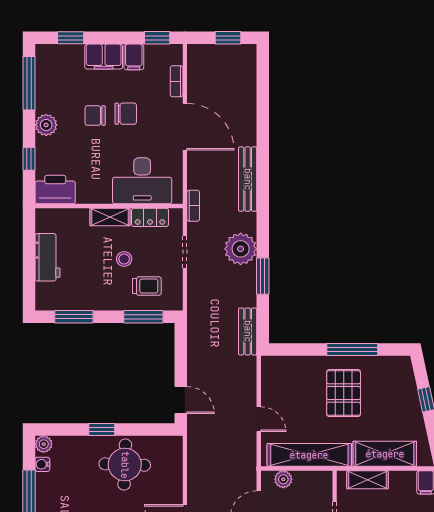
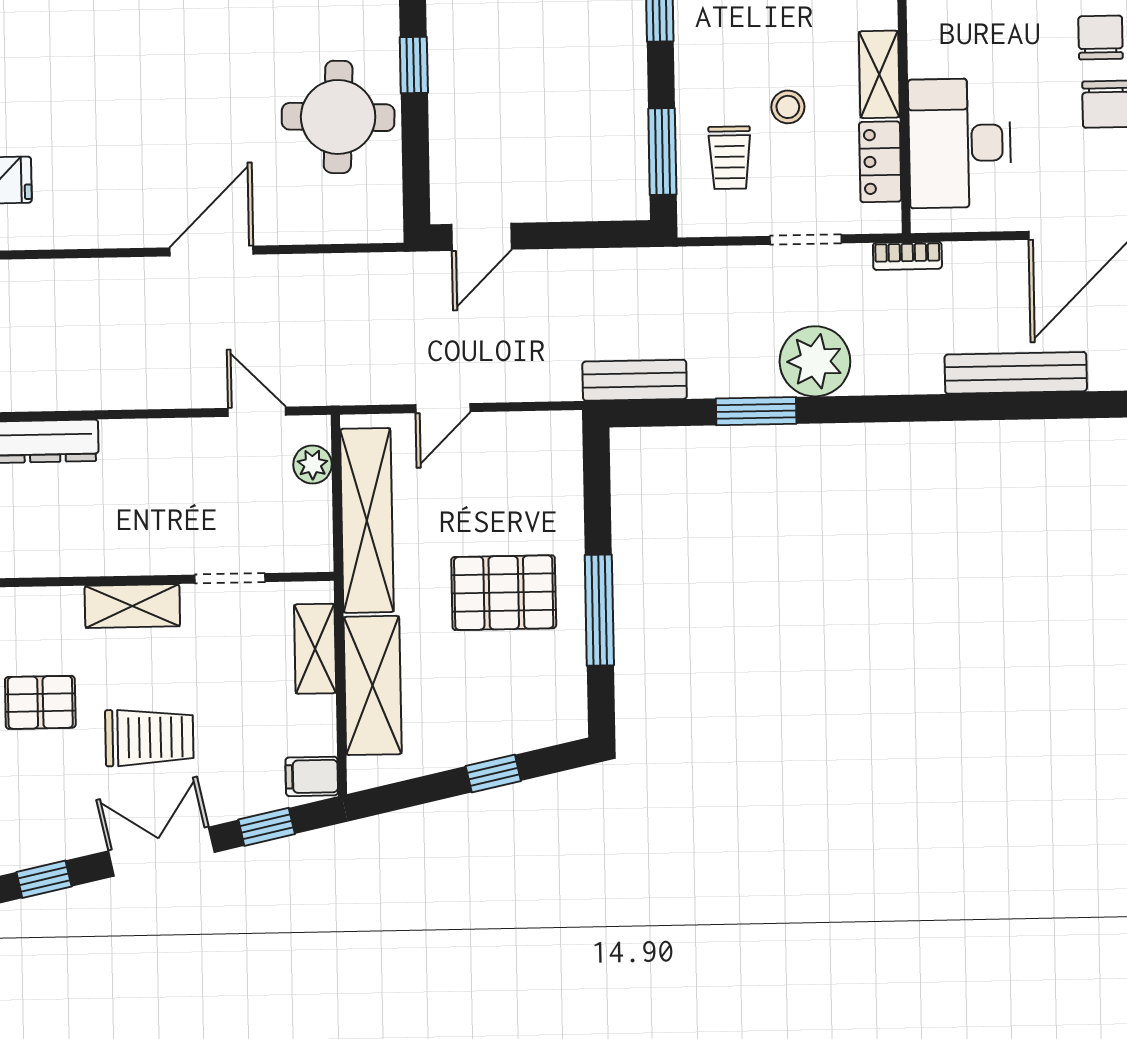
bench: (248, 179) -> (1016, 373), moved

